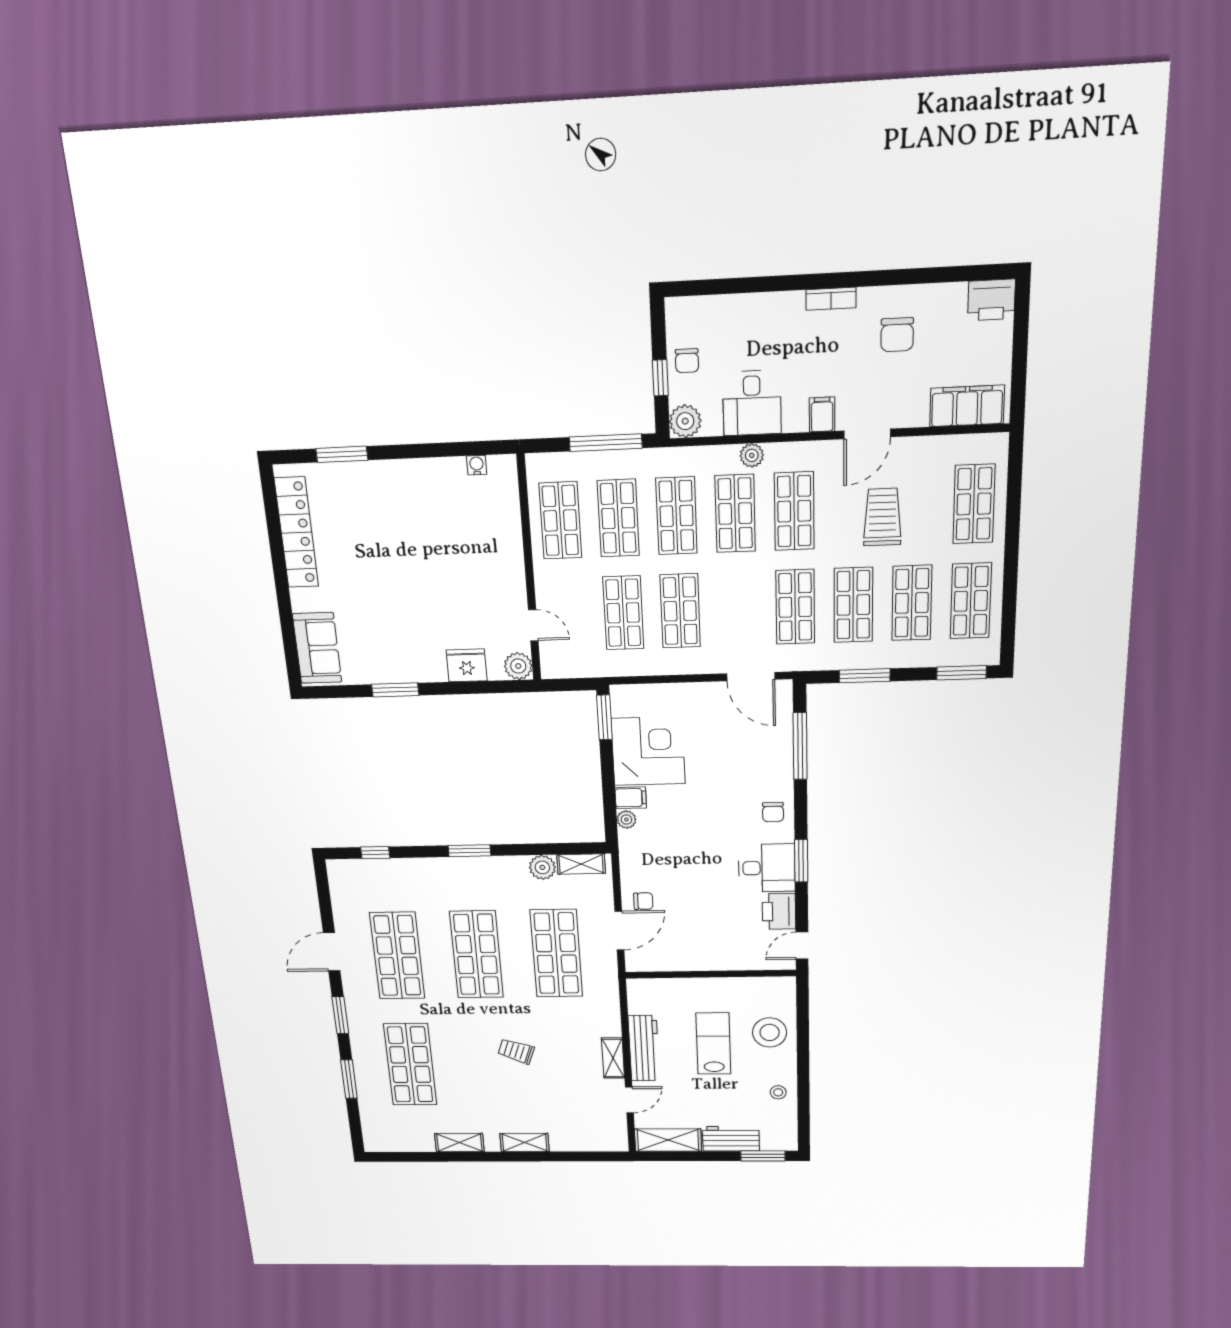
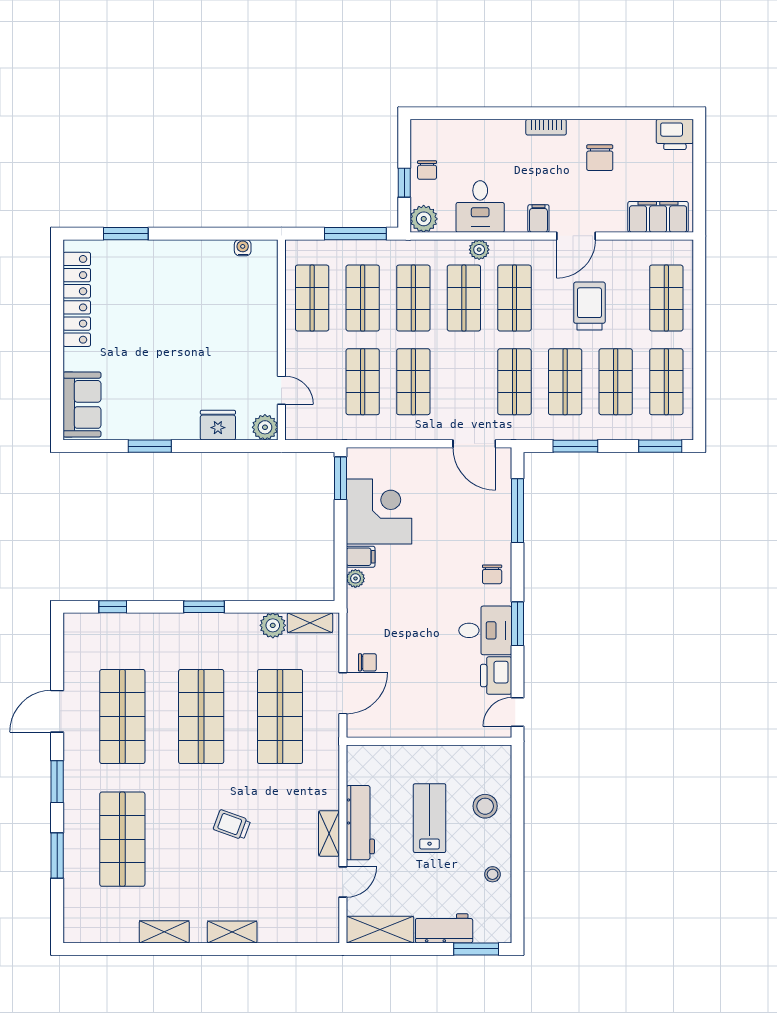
stool: (770, 1032) -> (485, 806), width x0.73, depth x0.73

